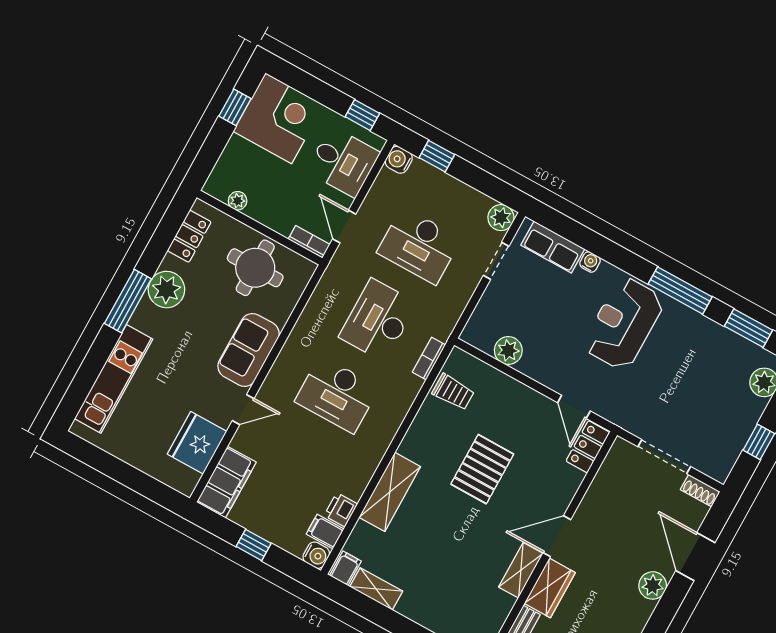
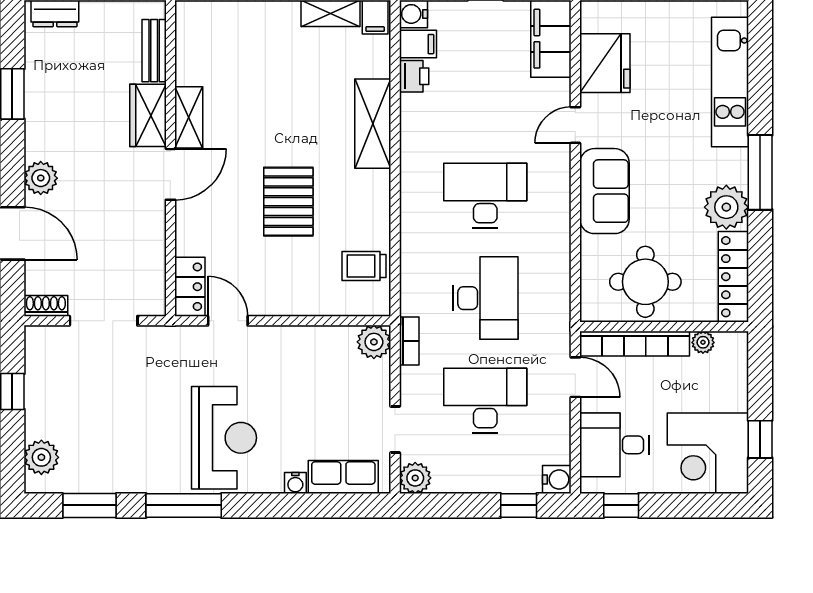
locker: (189, 236) -> (733, 277), width x1.53
bookcase: (309, 242) -> (635, 344), width x2.31, depth x1.31
plant: (508, 350) -> (374, 342), moved
bookcase: (429, 358) -> (409, 341), moved

